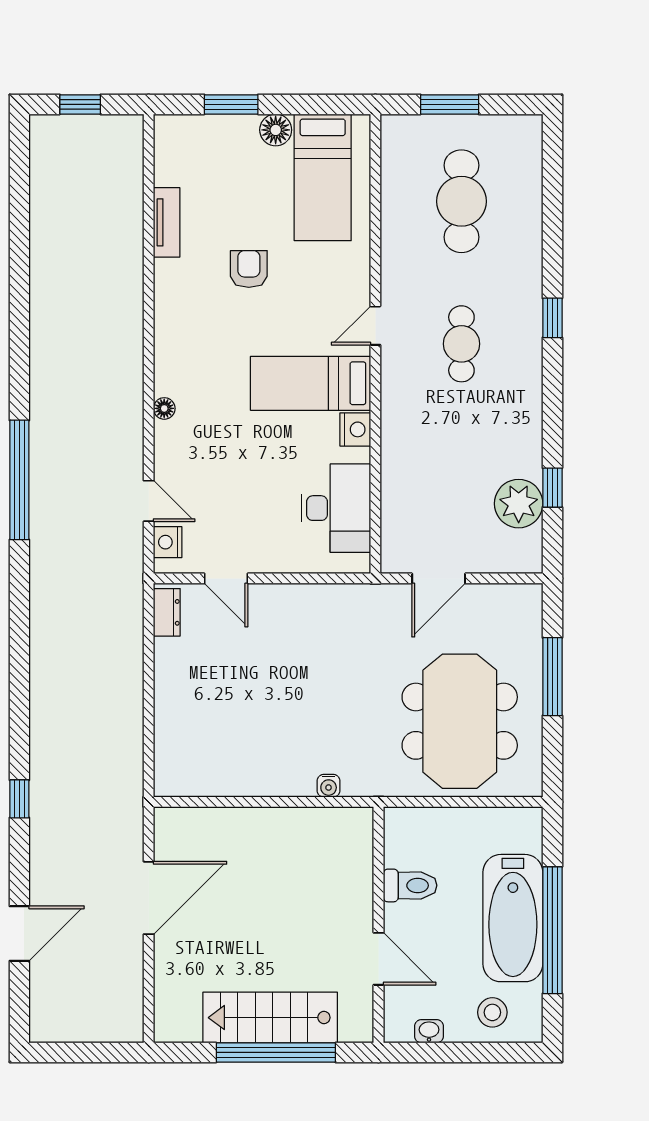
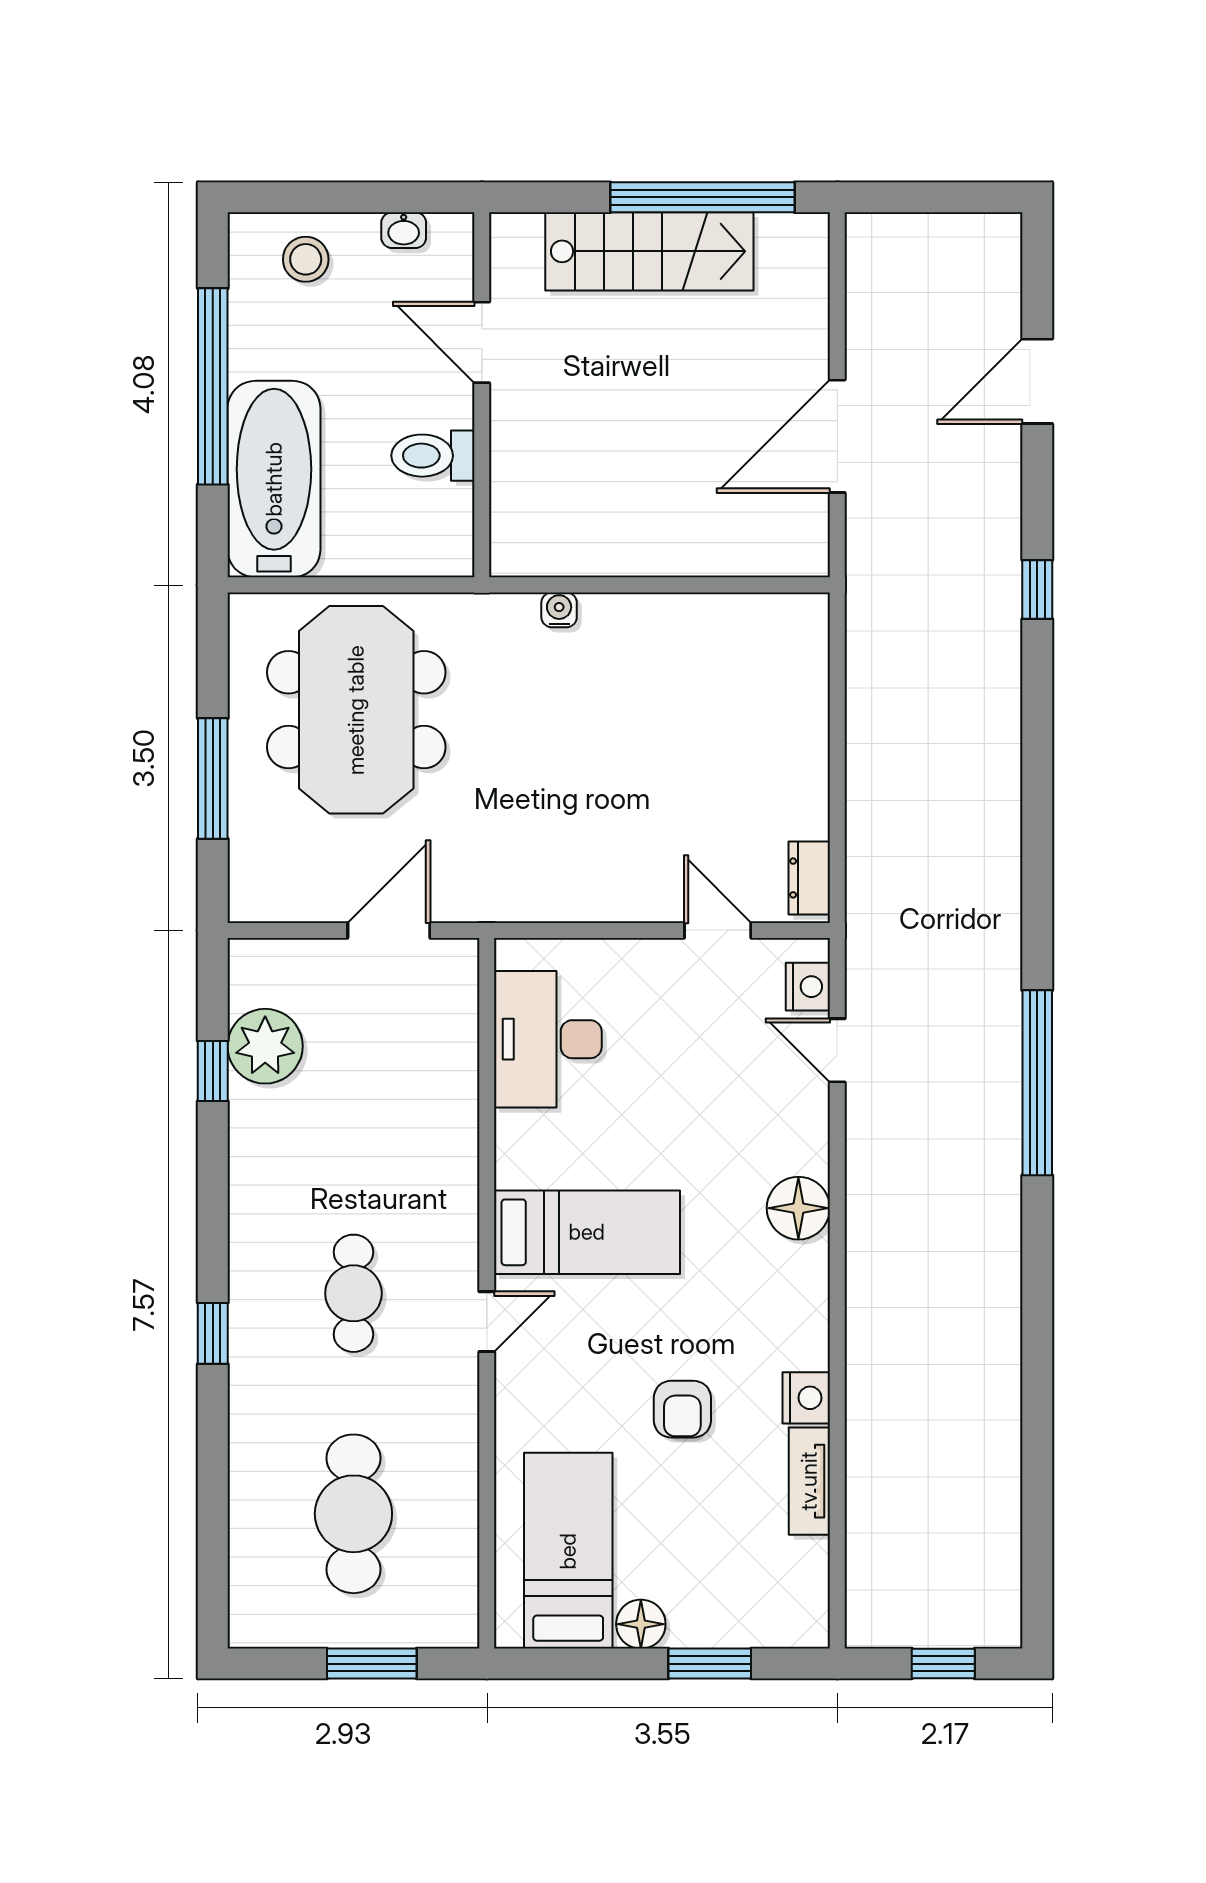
floor lamp: (164, 408) -> (798, 1208), width x1.89, depth x1.89
nightstand: (355, 429) -> (806, 1398), moved, turned 180
bathtub: (513, 918) -> (274, 479), moved
window: (276, 1052) -> (702, 197), moved

